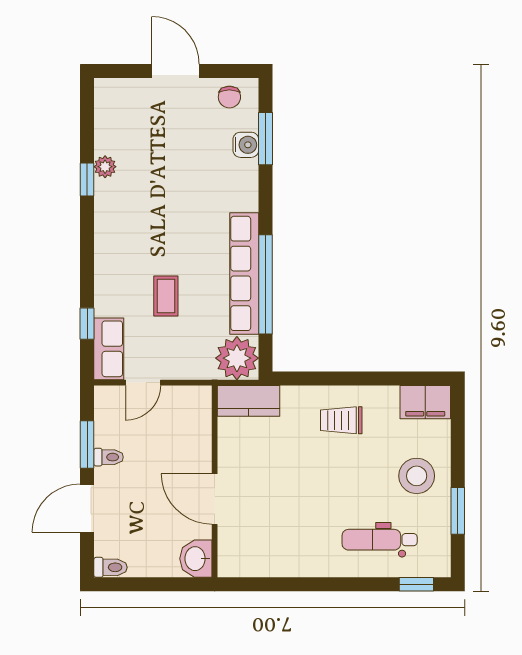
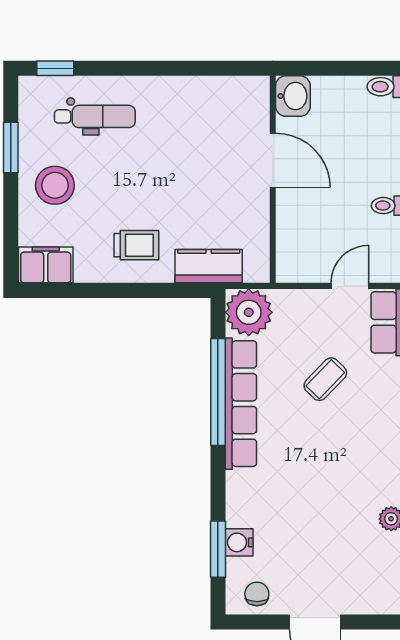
coffee table: (166, 296) -> (325, 379), turned 44
kitchen counter: (249, 401) -> (209, 266), moved

